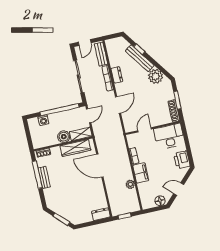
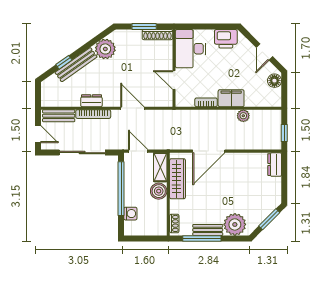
plant: (52, 196) -> (235, 224), added

